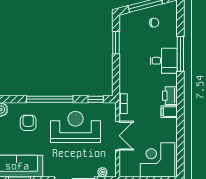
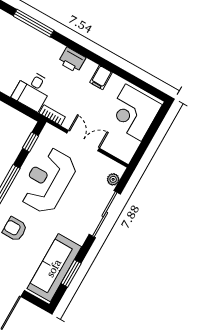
desk: (164, 61) -> (33, 90), moved, turned 180
filing cabinet: (169, 112) -> (101, 77), moved

